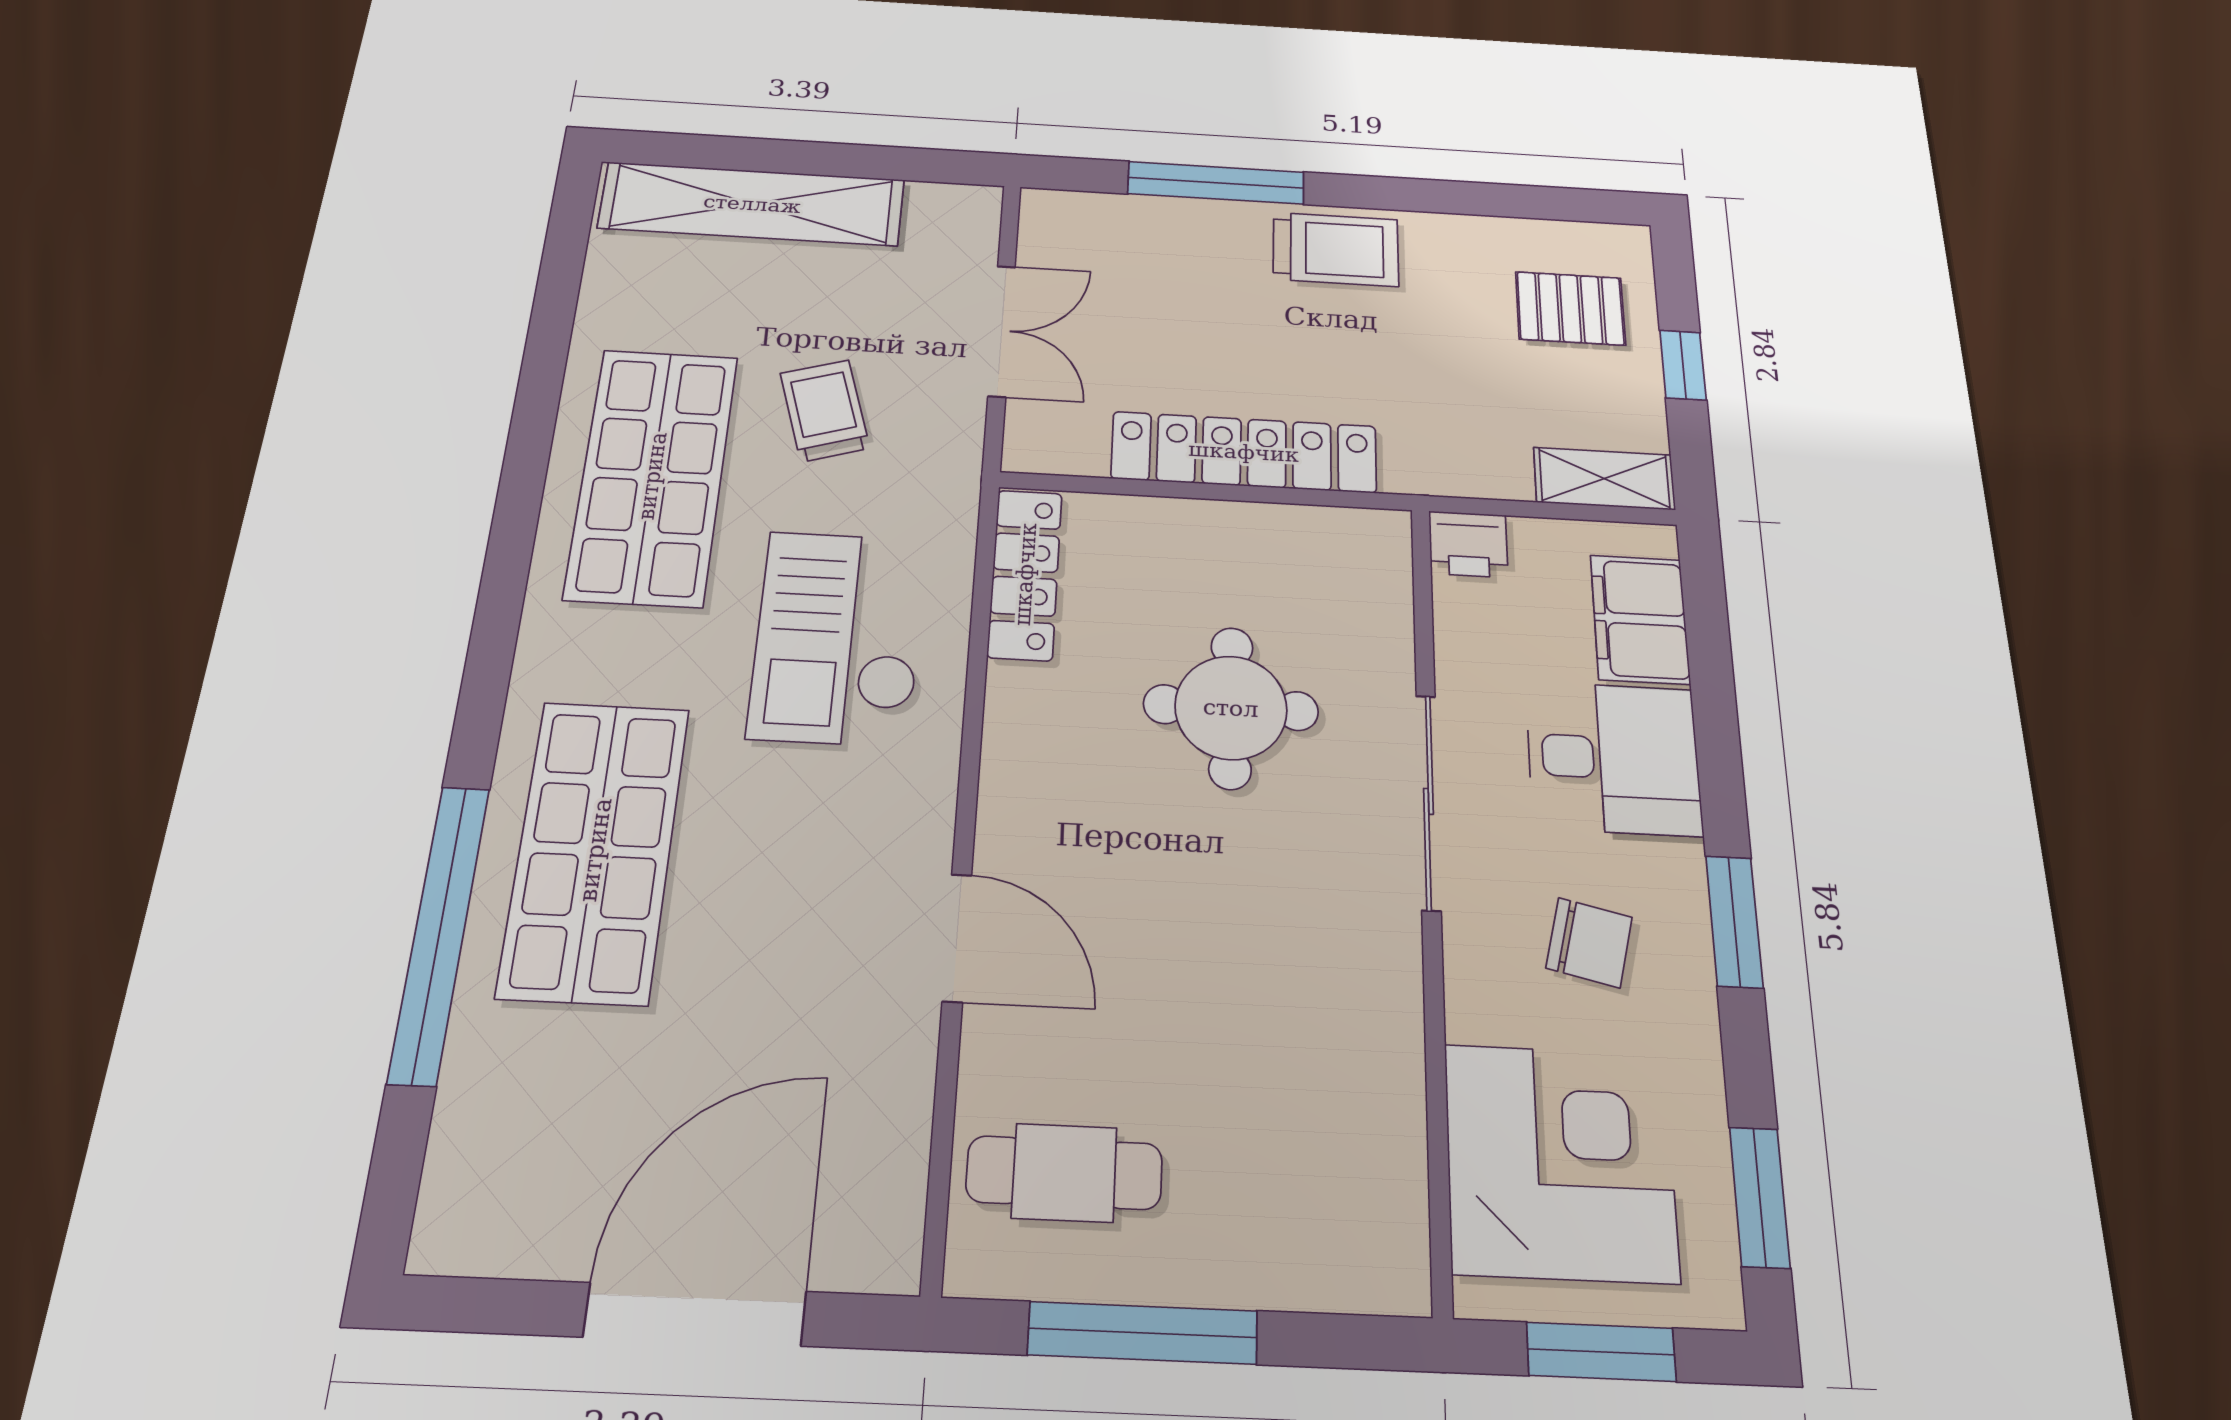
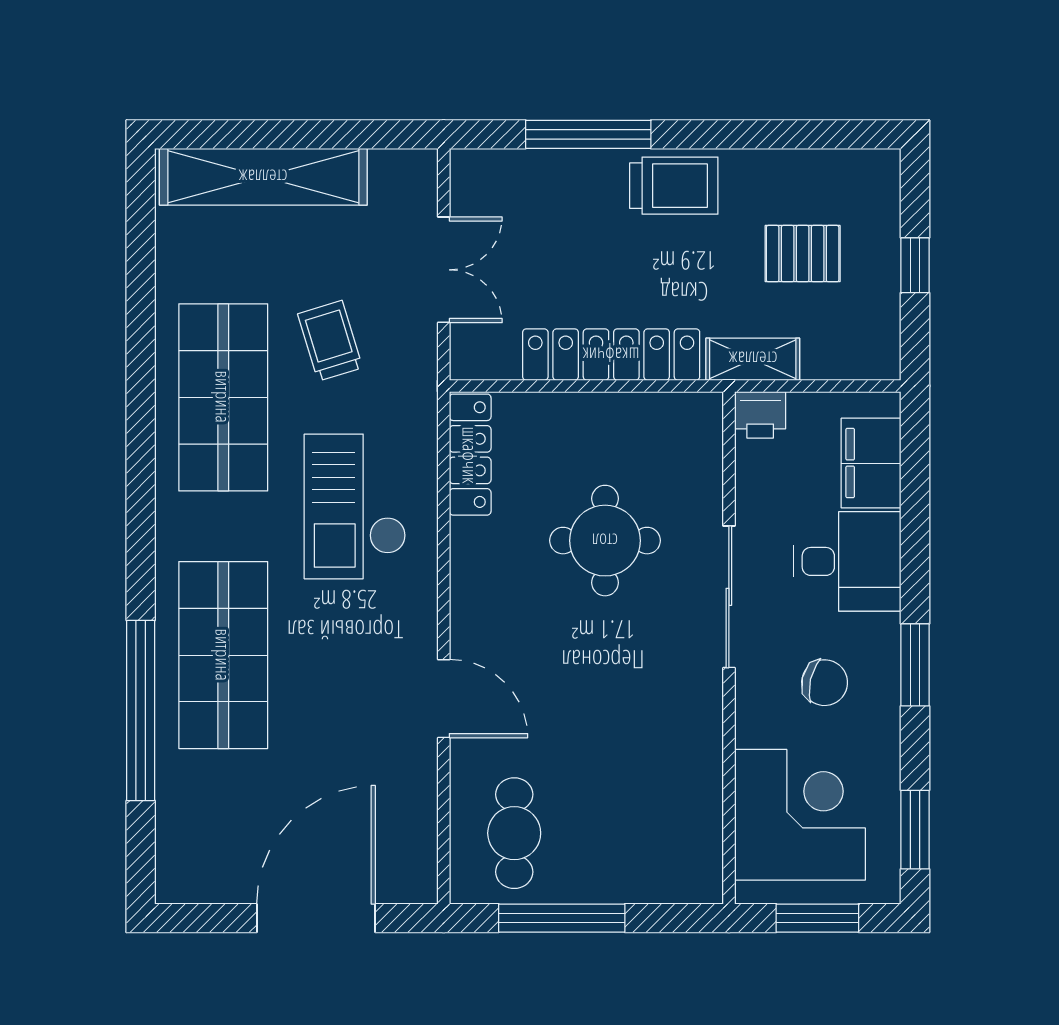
pallet: (1570, 308) -> (803, 254), moved
shelving: (1604, 479) -> (753, 359), moved
cafe table: (1064, 1173) -> (514, 833), turned 90

